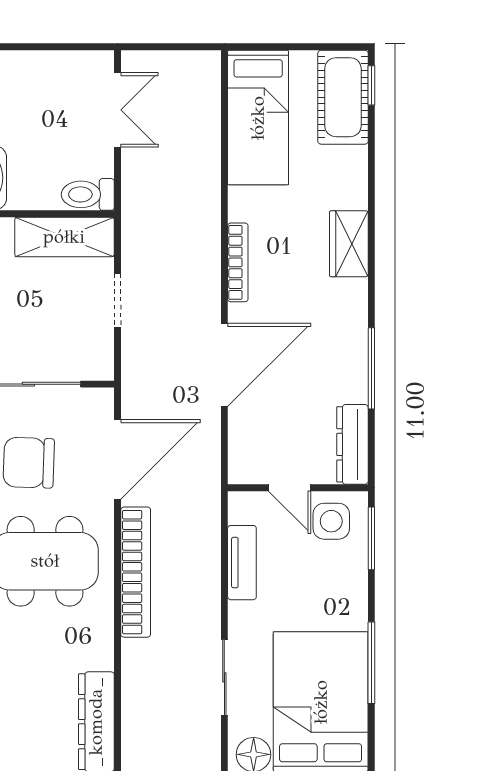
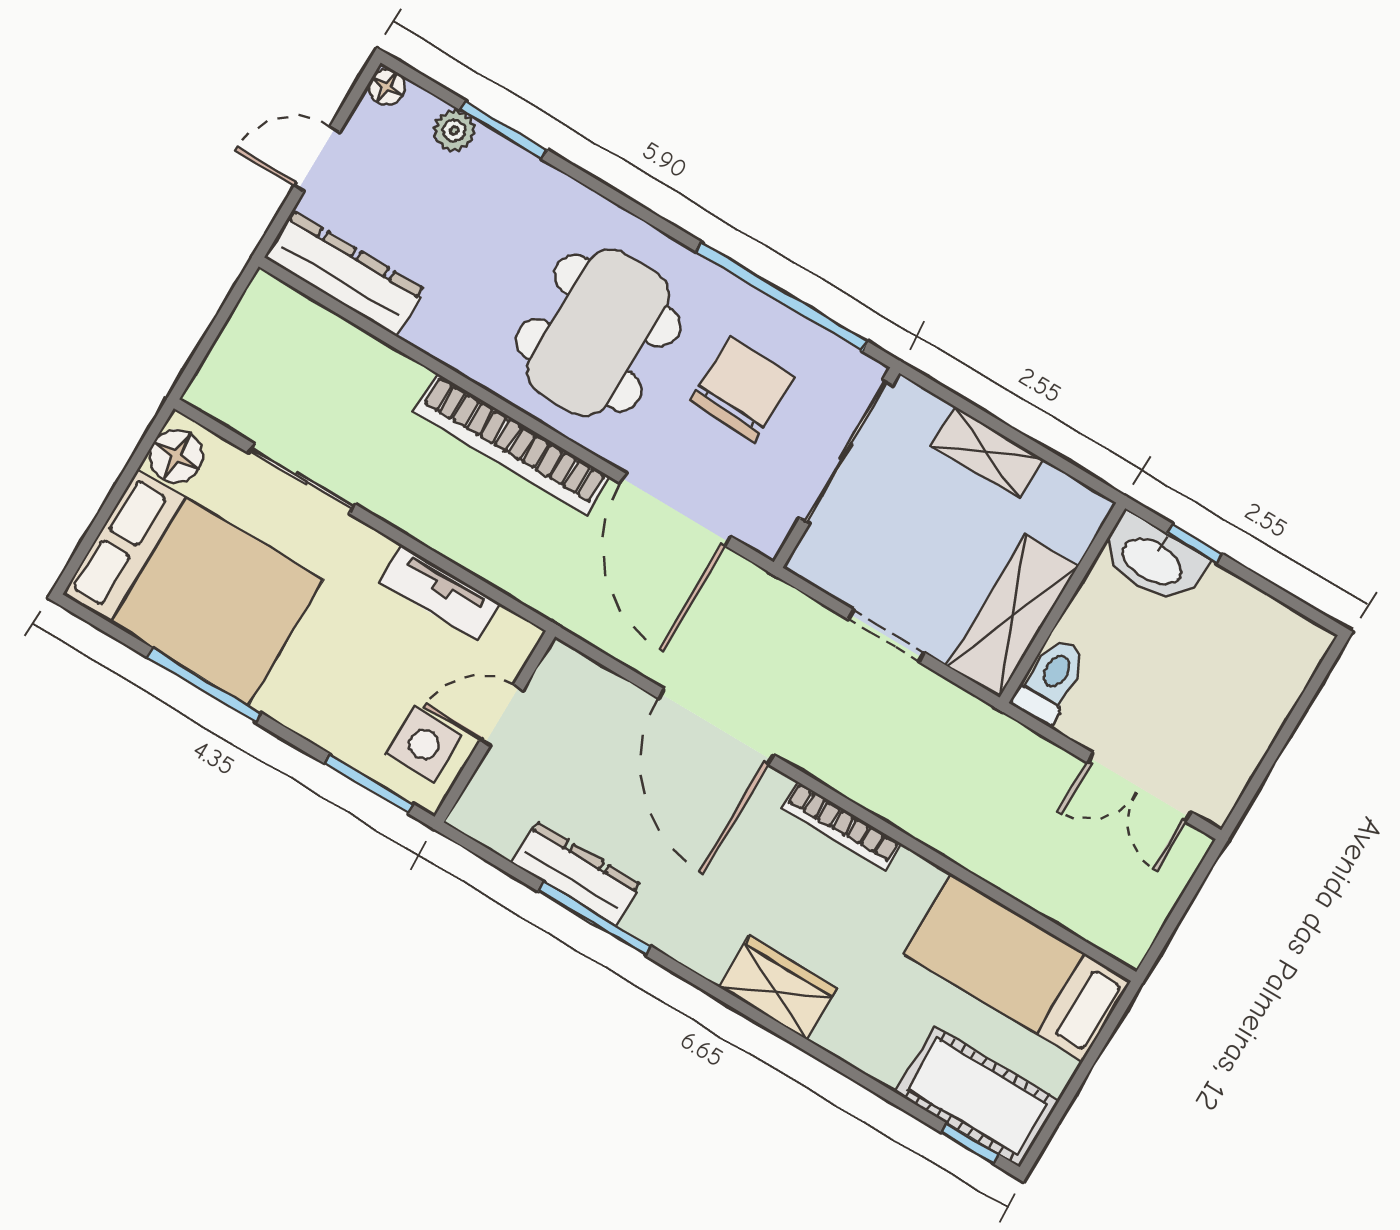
dresser: (352, 444) -> (576, 874), moved

